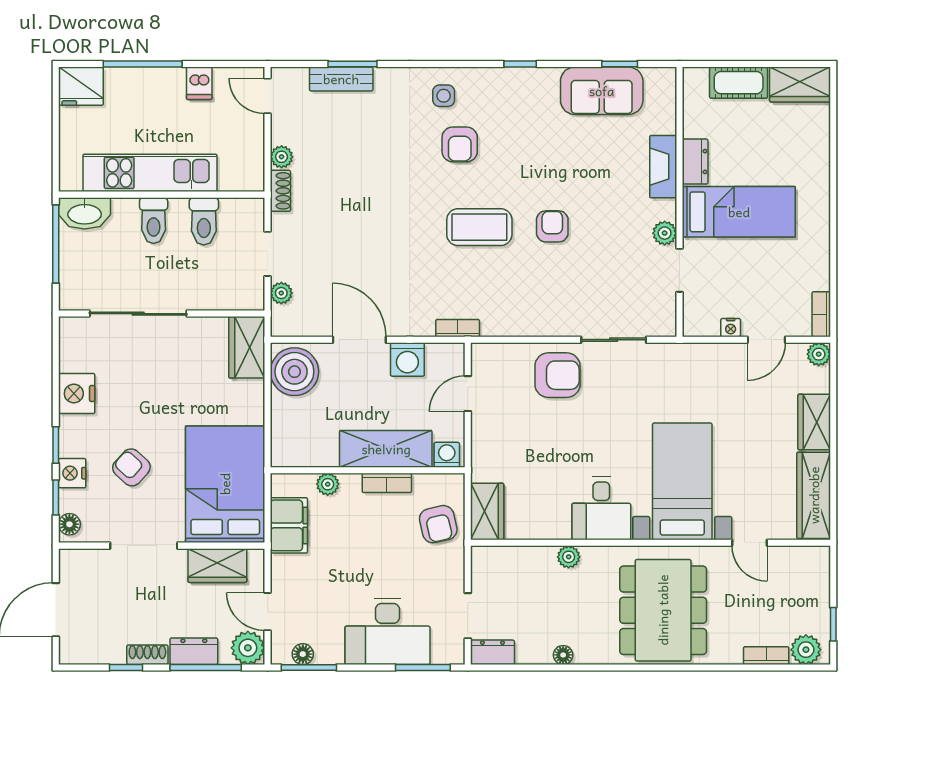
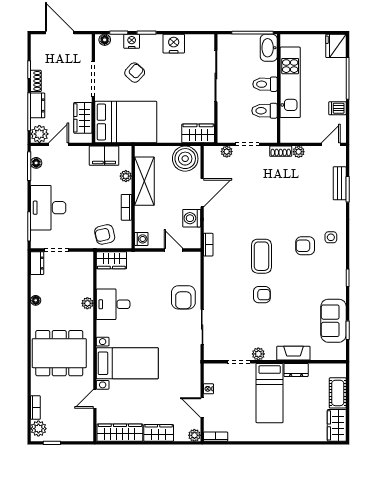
shelving: (386, 449) -> (144, 181), moved
desk: (601, 508) -> (113, 304), moved

